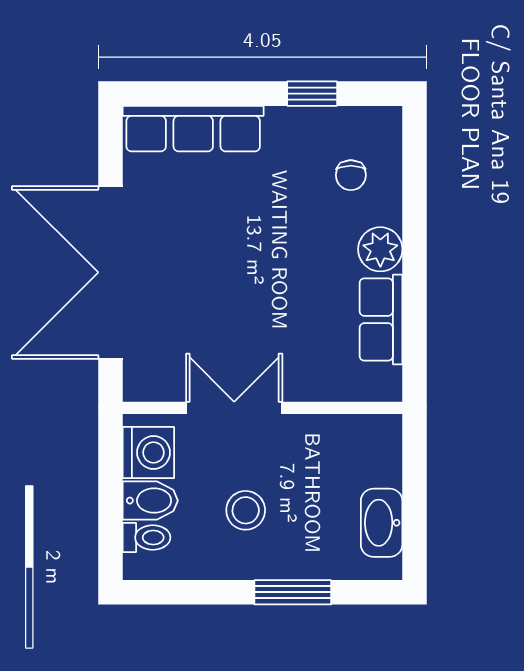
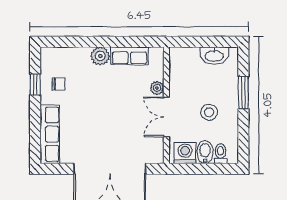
chair: (351, 175) -> (58, 84), moved
plant: (304, 386) -> (157, 88), added

